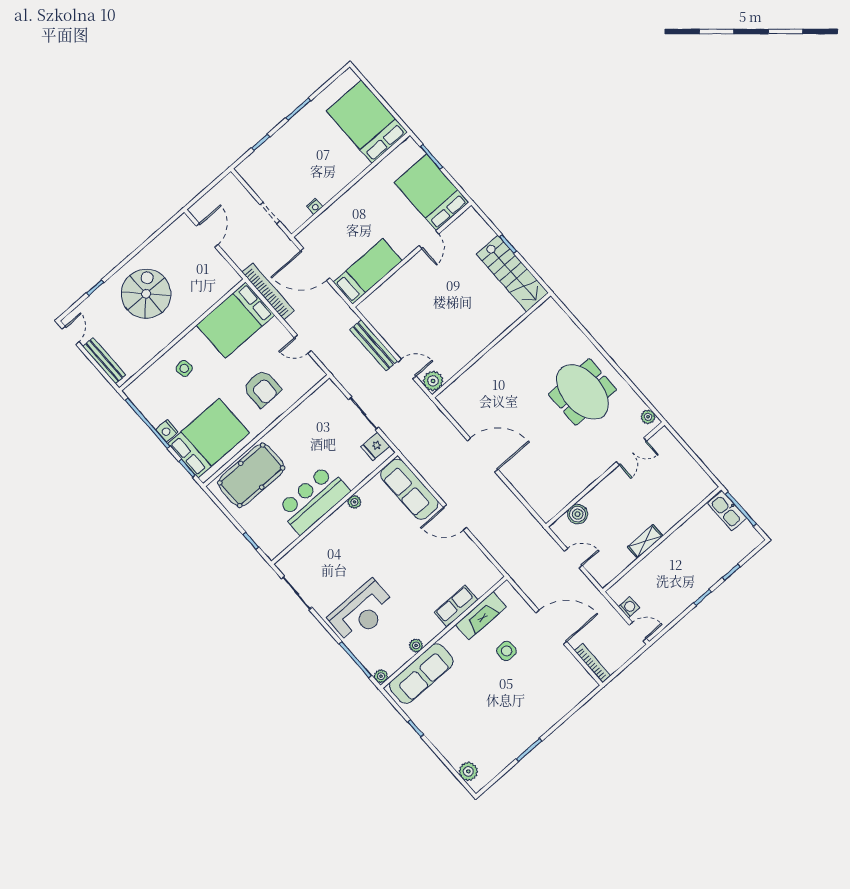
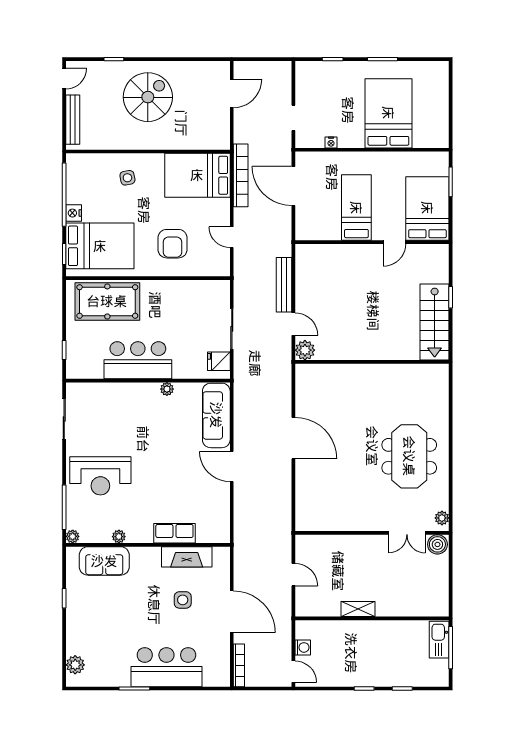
bed: (367, 122) -> (388, 113), moved
bed: (368, 271) -> (356, 208), moved, turned -90
boiler: (578, 514) -> (437, 544), moved
sofa: (421, 674) -> (104, 561), width x0.73
bar counter: (539, 713) -> (166, 667), added

